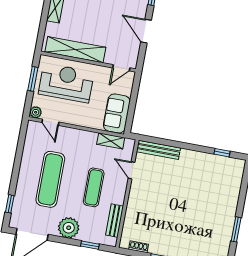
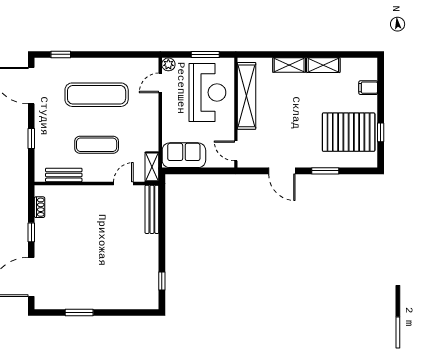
door: (146, 31) -> (282, 171), swing flipped
shelving: (111, 141) -> (152, 167), moved
plant: (69, 228) -> (46, 125), removed
window: (90, 245) -> (31, 138), moved

